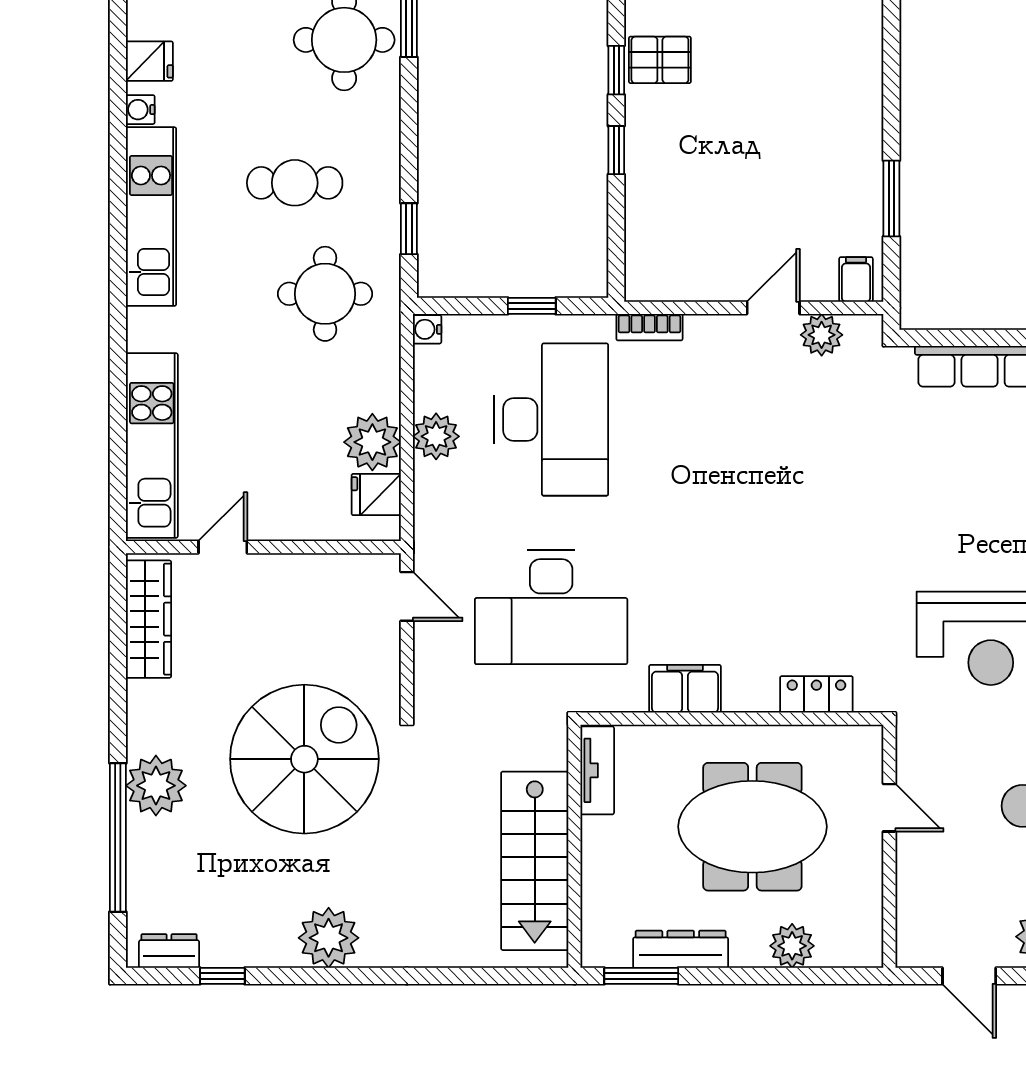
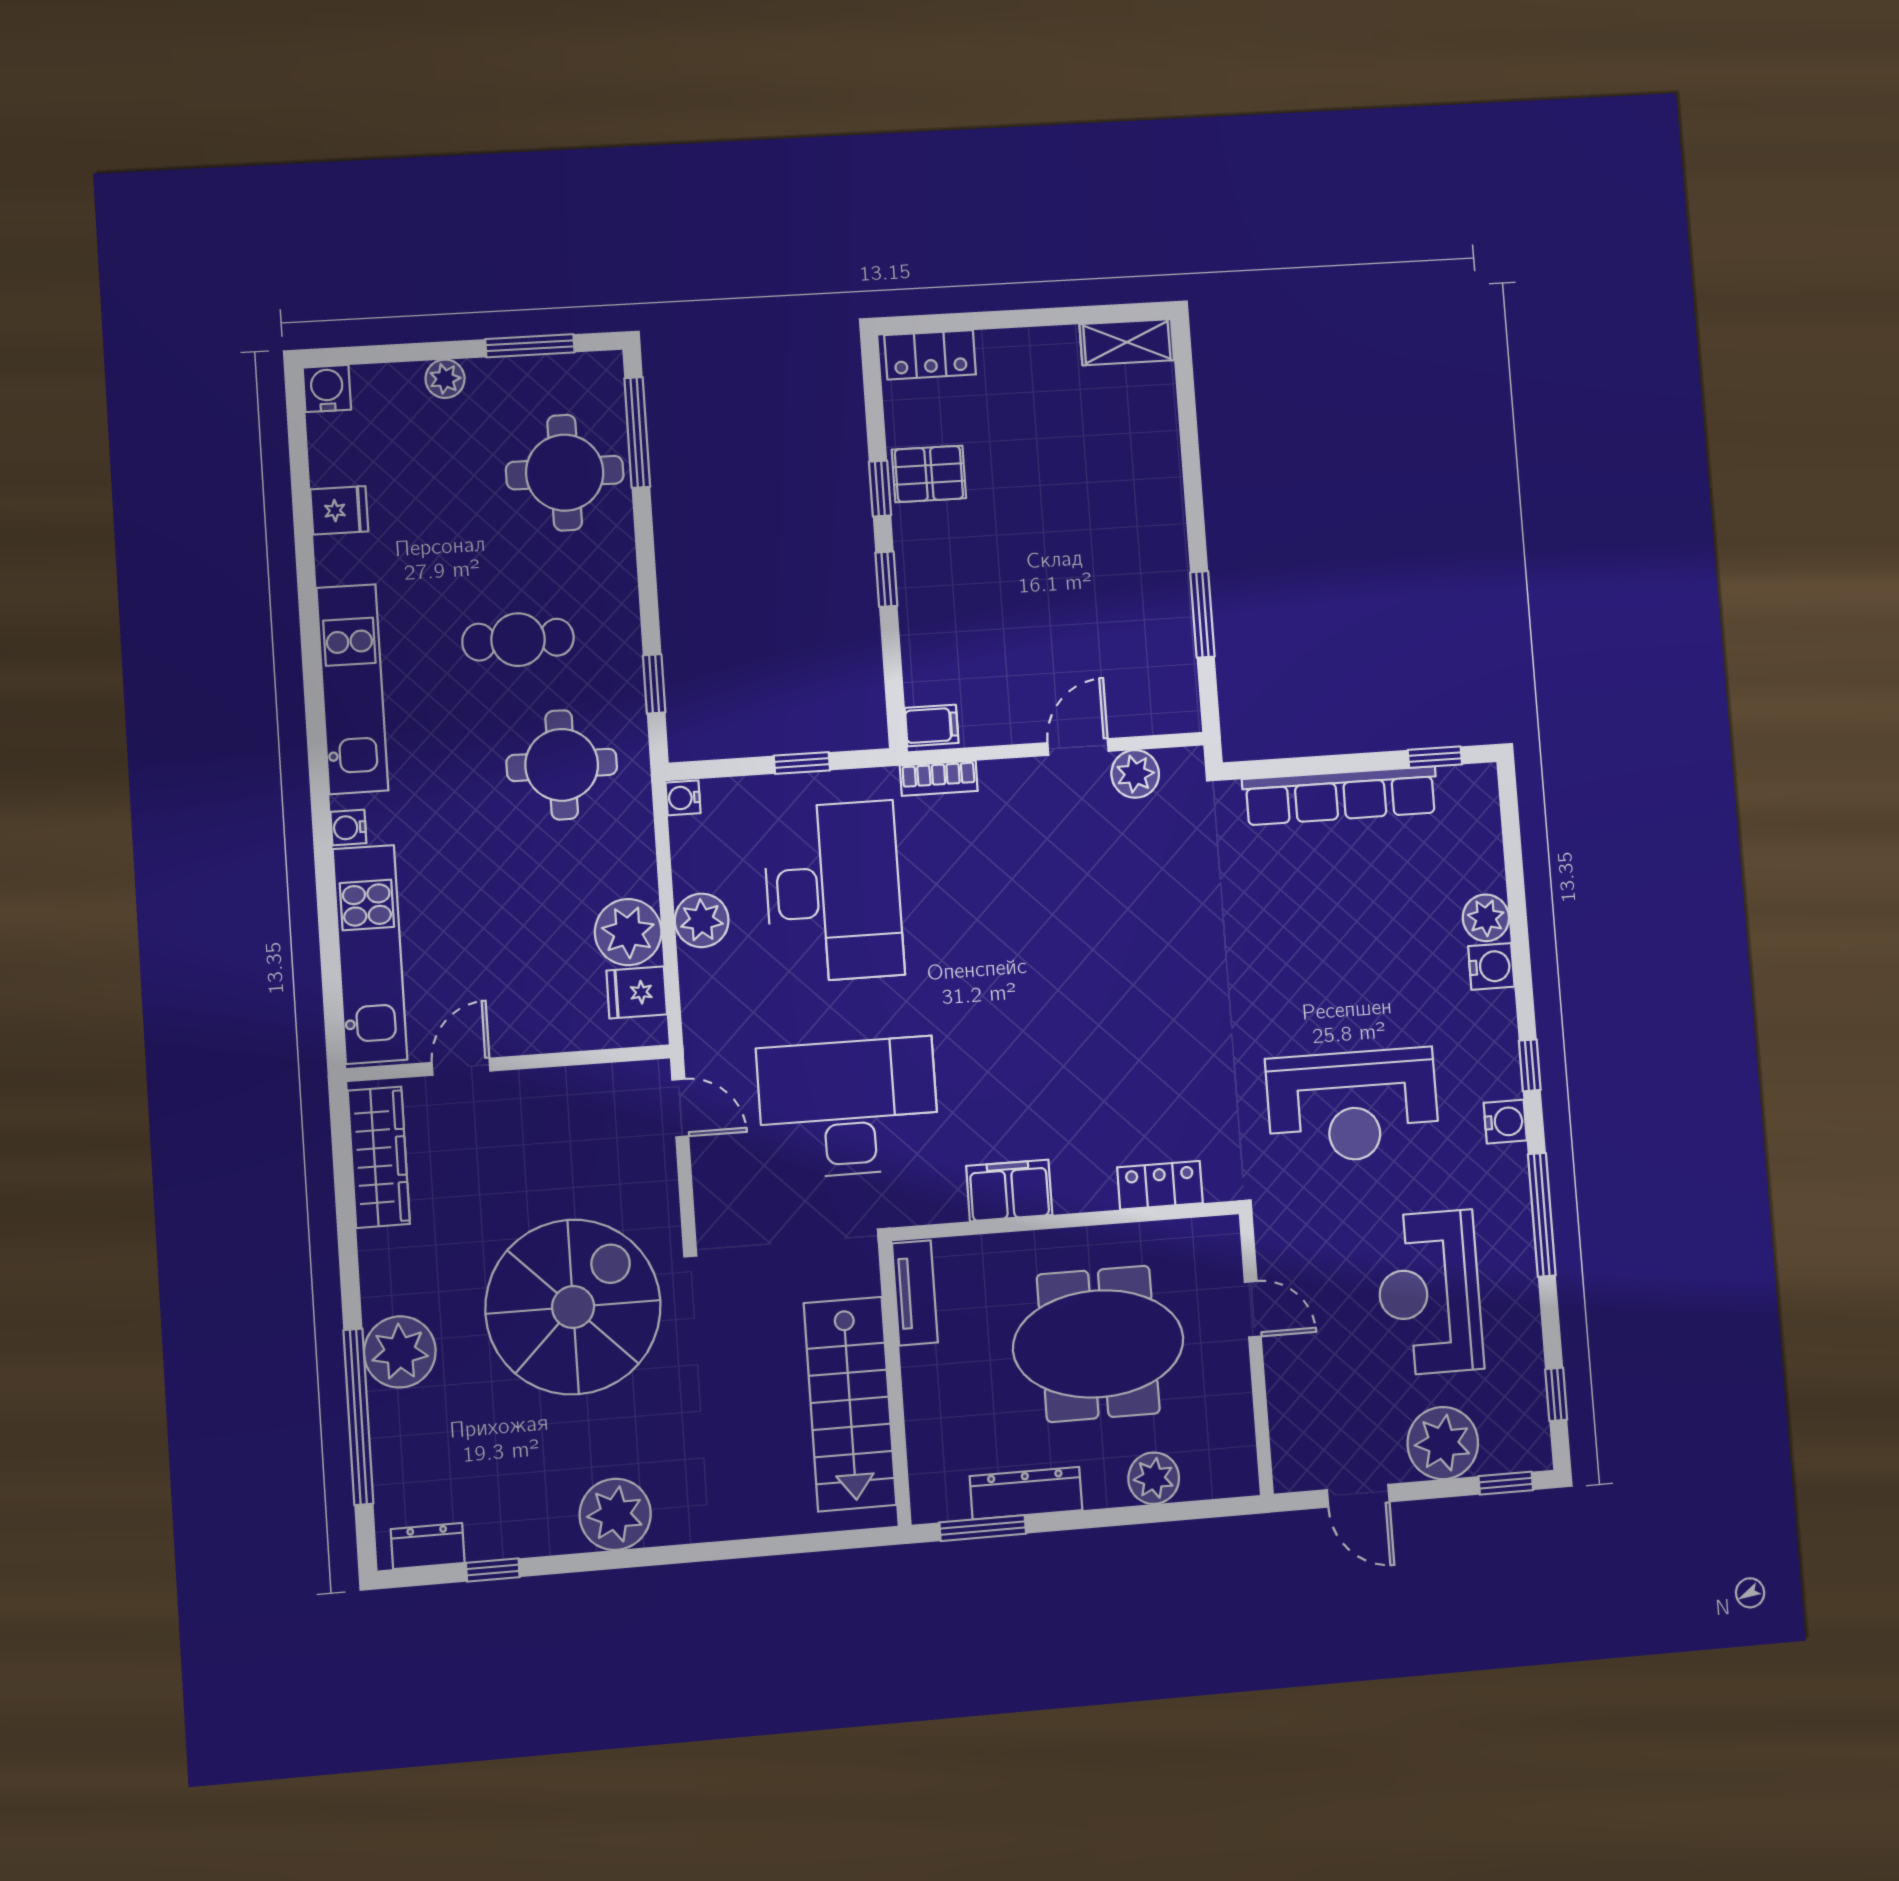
water cooler: (140, 110) -> (348, 828), moved
filing cabinet: (856, 280) -> (932, 725), moved, turned 90
desk: (551, 607) -> (848, 1108), turned 180

